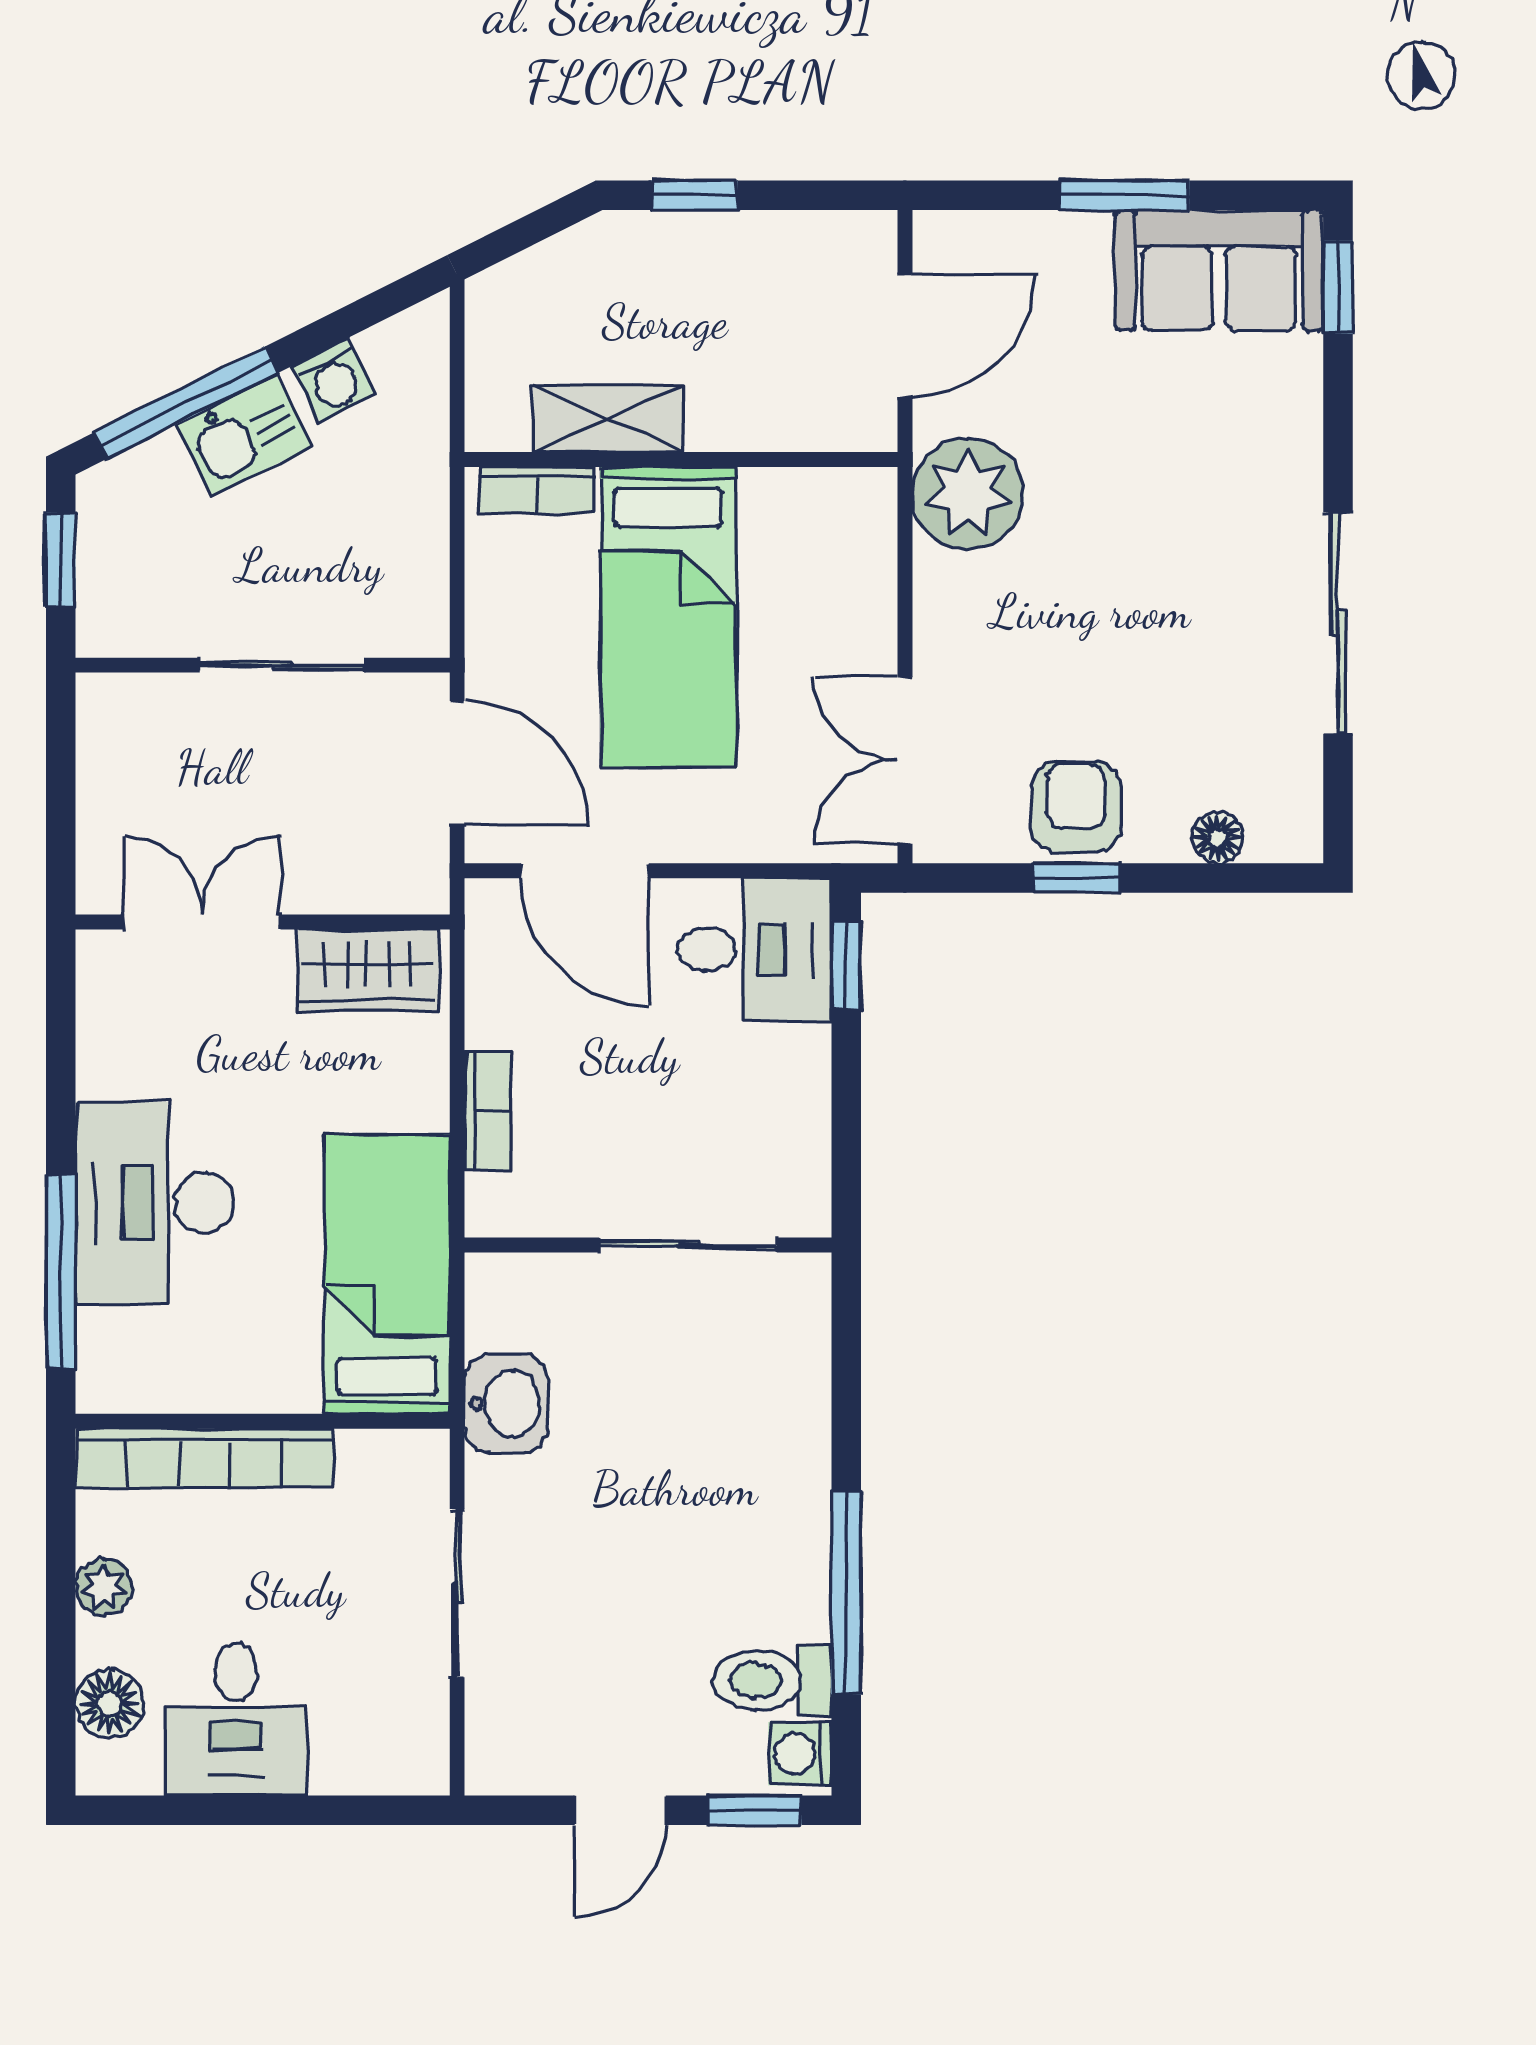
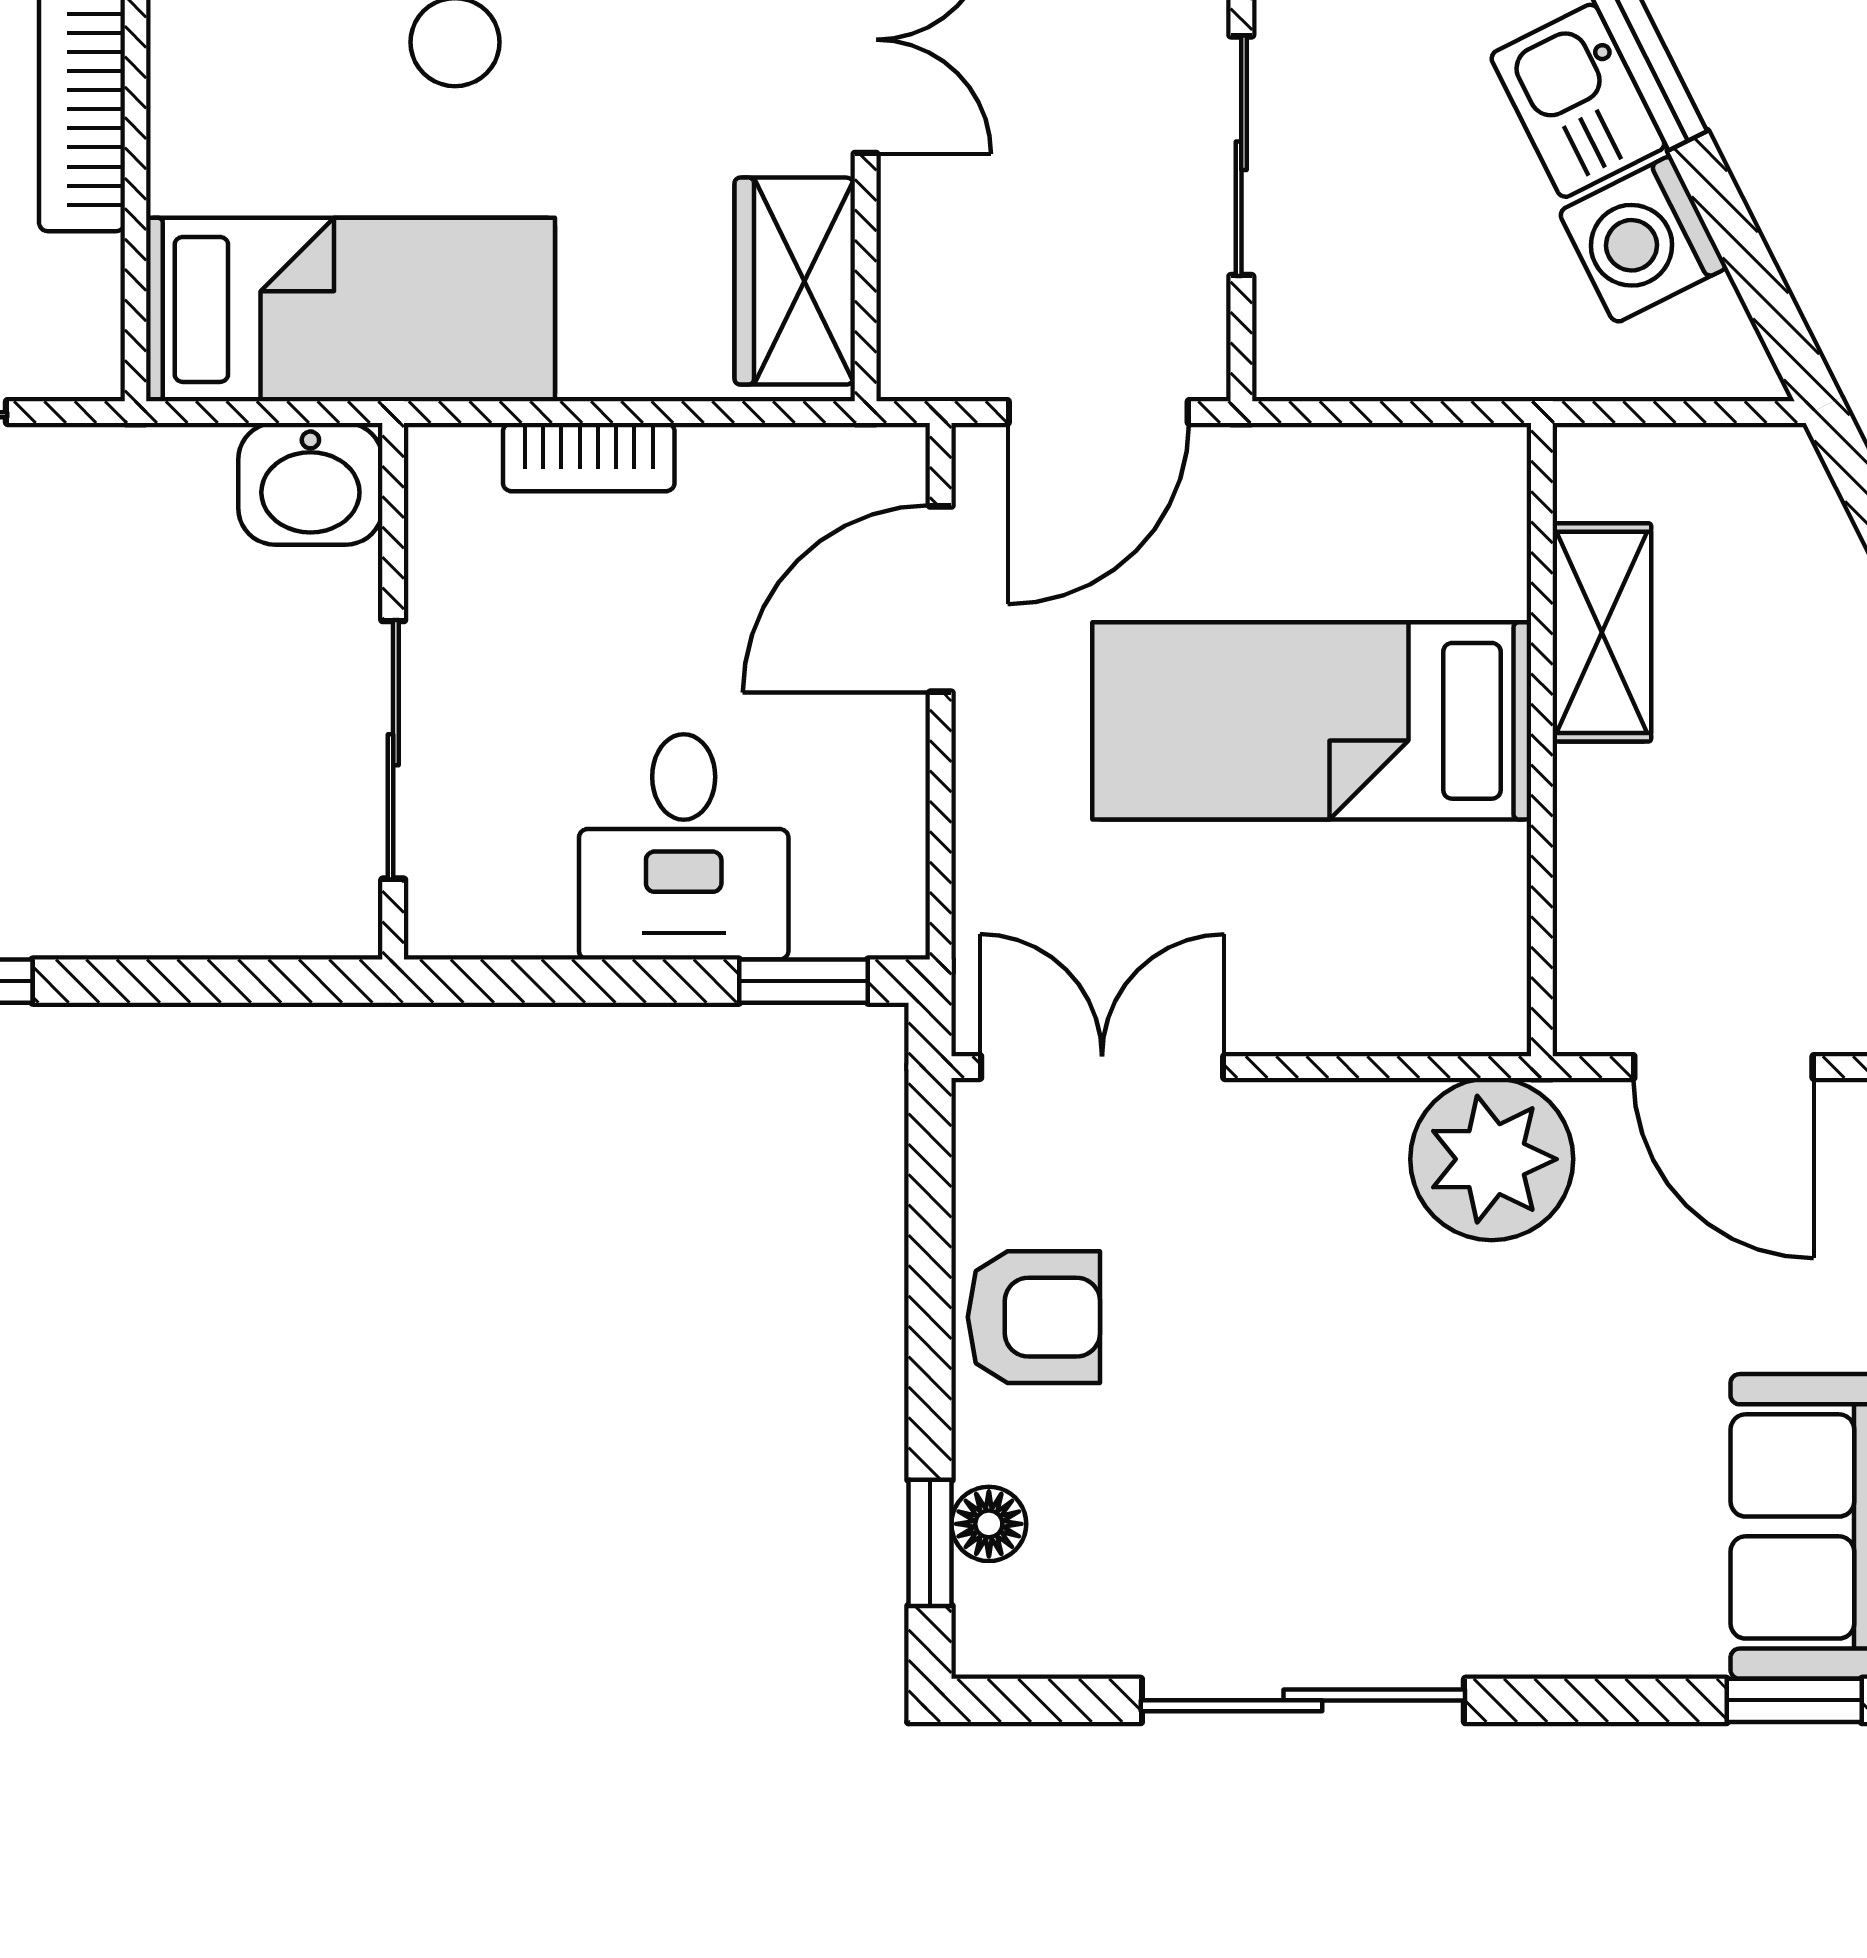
washing machine: (334, 380) -> (1643, 240), width x1.38, depth x1.38
bookcase: (537, 490) -> (1497, 529), removed
window: (1076, 878) -> (930, 1543), moved
desk: (754, 950) -> (684, 847), moved
washbasin: (506, 1403) -> (310, 484), moved

